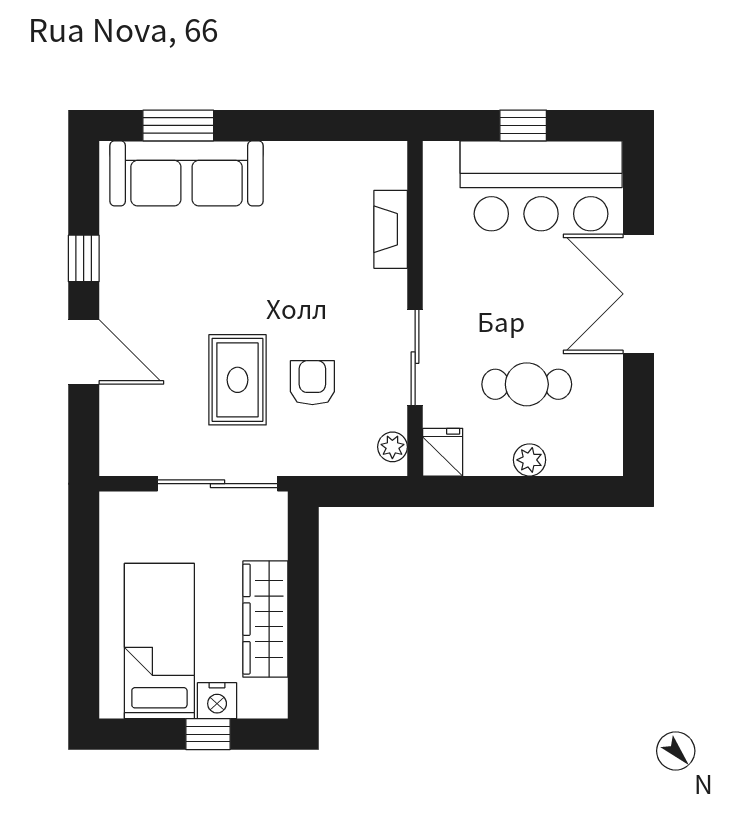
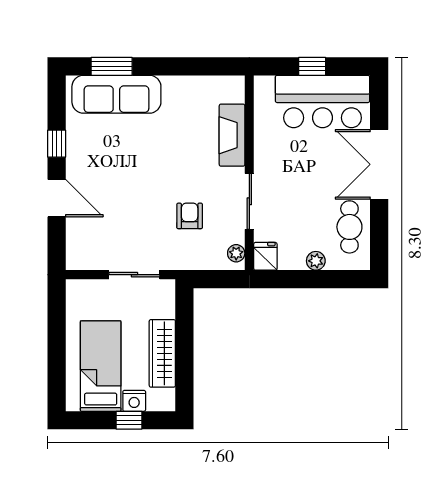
fireplace: (391, 229) -> (232, 135), width x1.37, depth x1.32
rug: (237, 380) -> (146, 214), removed
cafe table: (527, 384) -> (349, 227), moved, turned 90
sliding door: (218, 484) -> (134, 275), width x0.73

